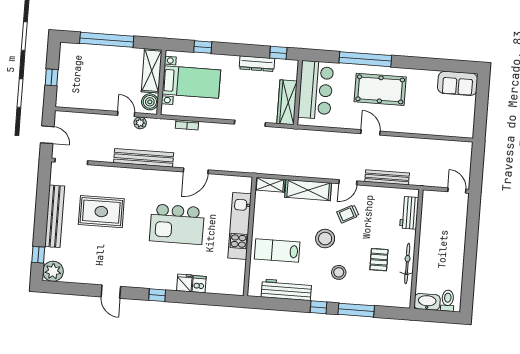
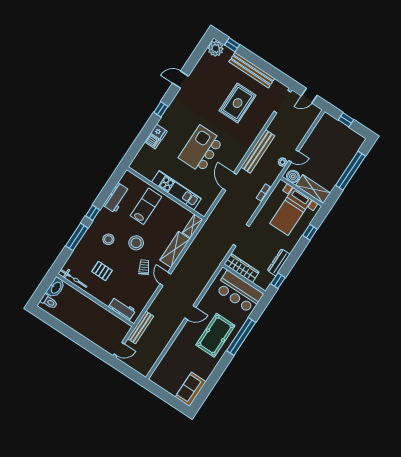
bench: (387, 177) -> (141, 327), moved
bicycle: (407, 263) -> (74, 278), moved
workbench: (286, 290) -> (116, 198), width x0.73

